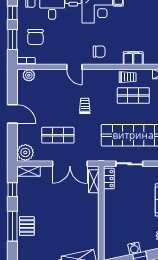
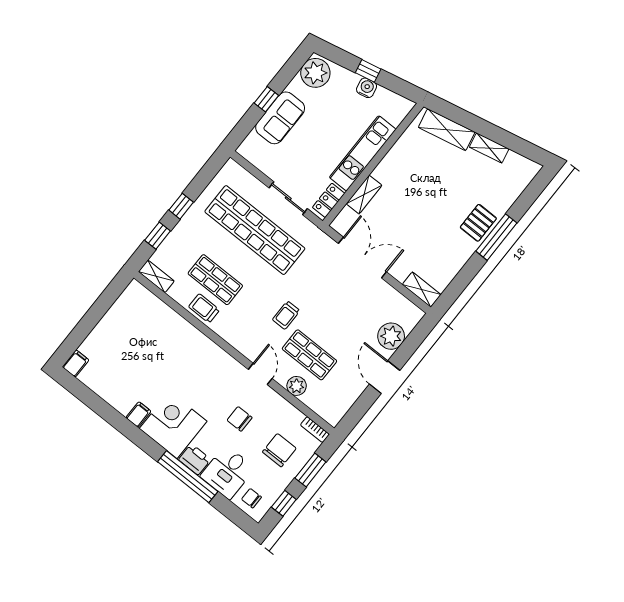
chair: (99, 52) -> (240, 419), moved
filing cabinet: (133, 58) -> (178, 326), removed
plant: (29, 75) -> (297, 386), moved
shop shelf: (58, 135) -> (309, 355), moved
plant: (25, 152) -> (391, 336), moved
shelving: (94, 181) -> (364, 195), moved
window: (12, 190) -> (460, 283), removed
kitchen unit: (111, 215) -> (363, 153), added

